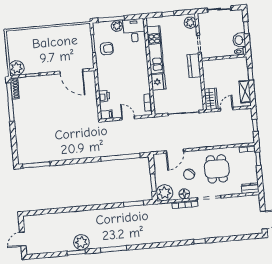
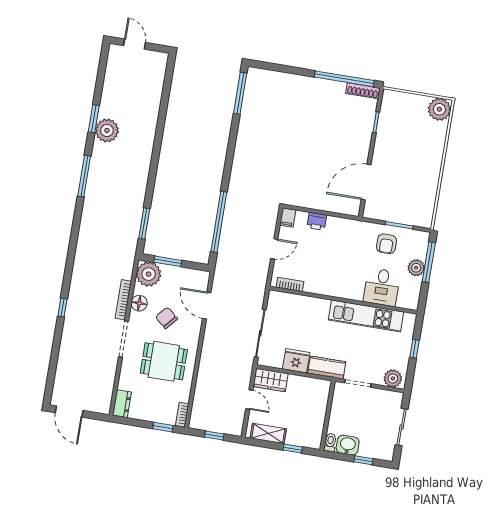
desk: (134, 30) -> (382, 287), moved, turned 90
plant: (17, 68) -> (439, 109), moved
fridge: (158, 82) -> (296, 361), moved, turned 180

